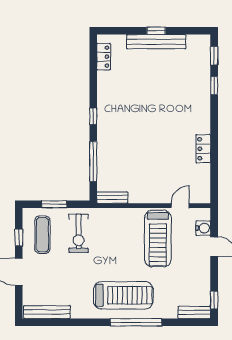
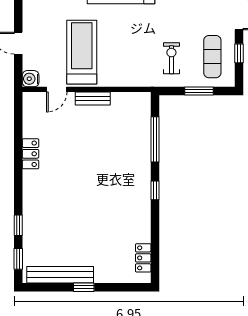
bench: (156, 42) -> (60, 275), moved
bench: (112, 198) -> (93, 99), moved
water cooler: (203, 228) -> (31, 79), moved
exercise bike: (79, 233) -> (171, 58), width x0.73, depth x0.72

